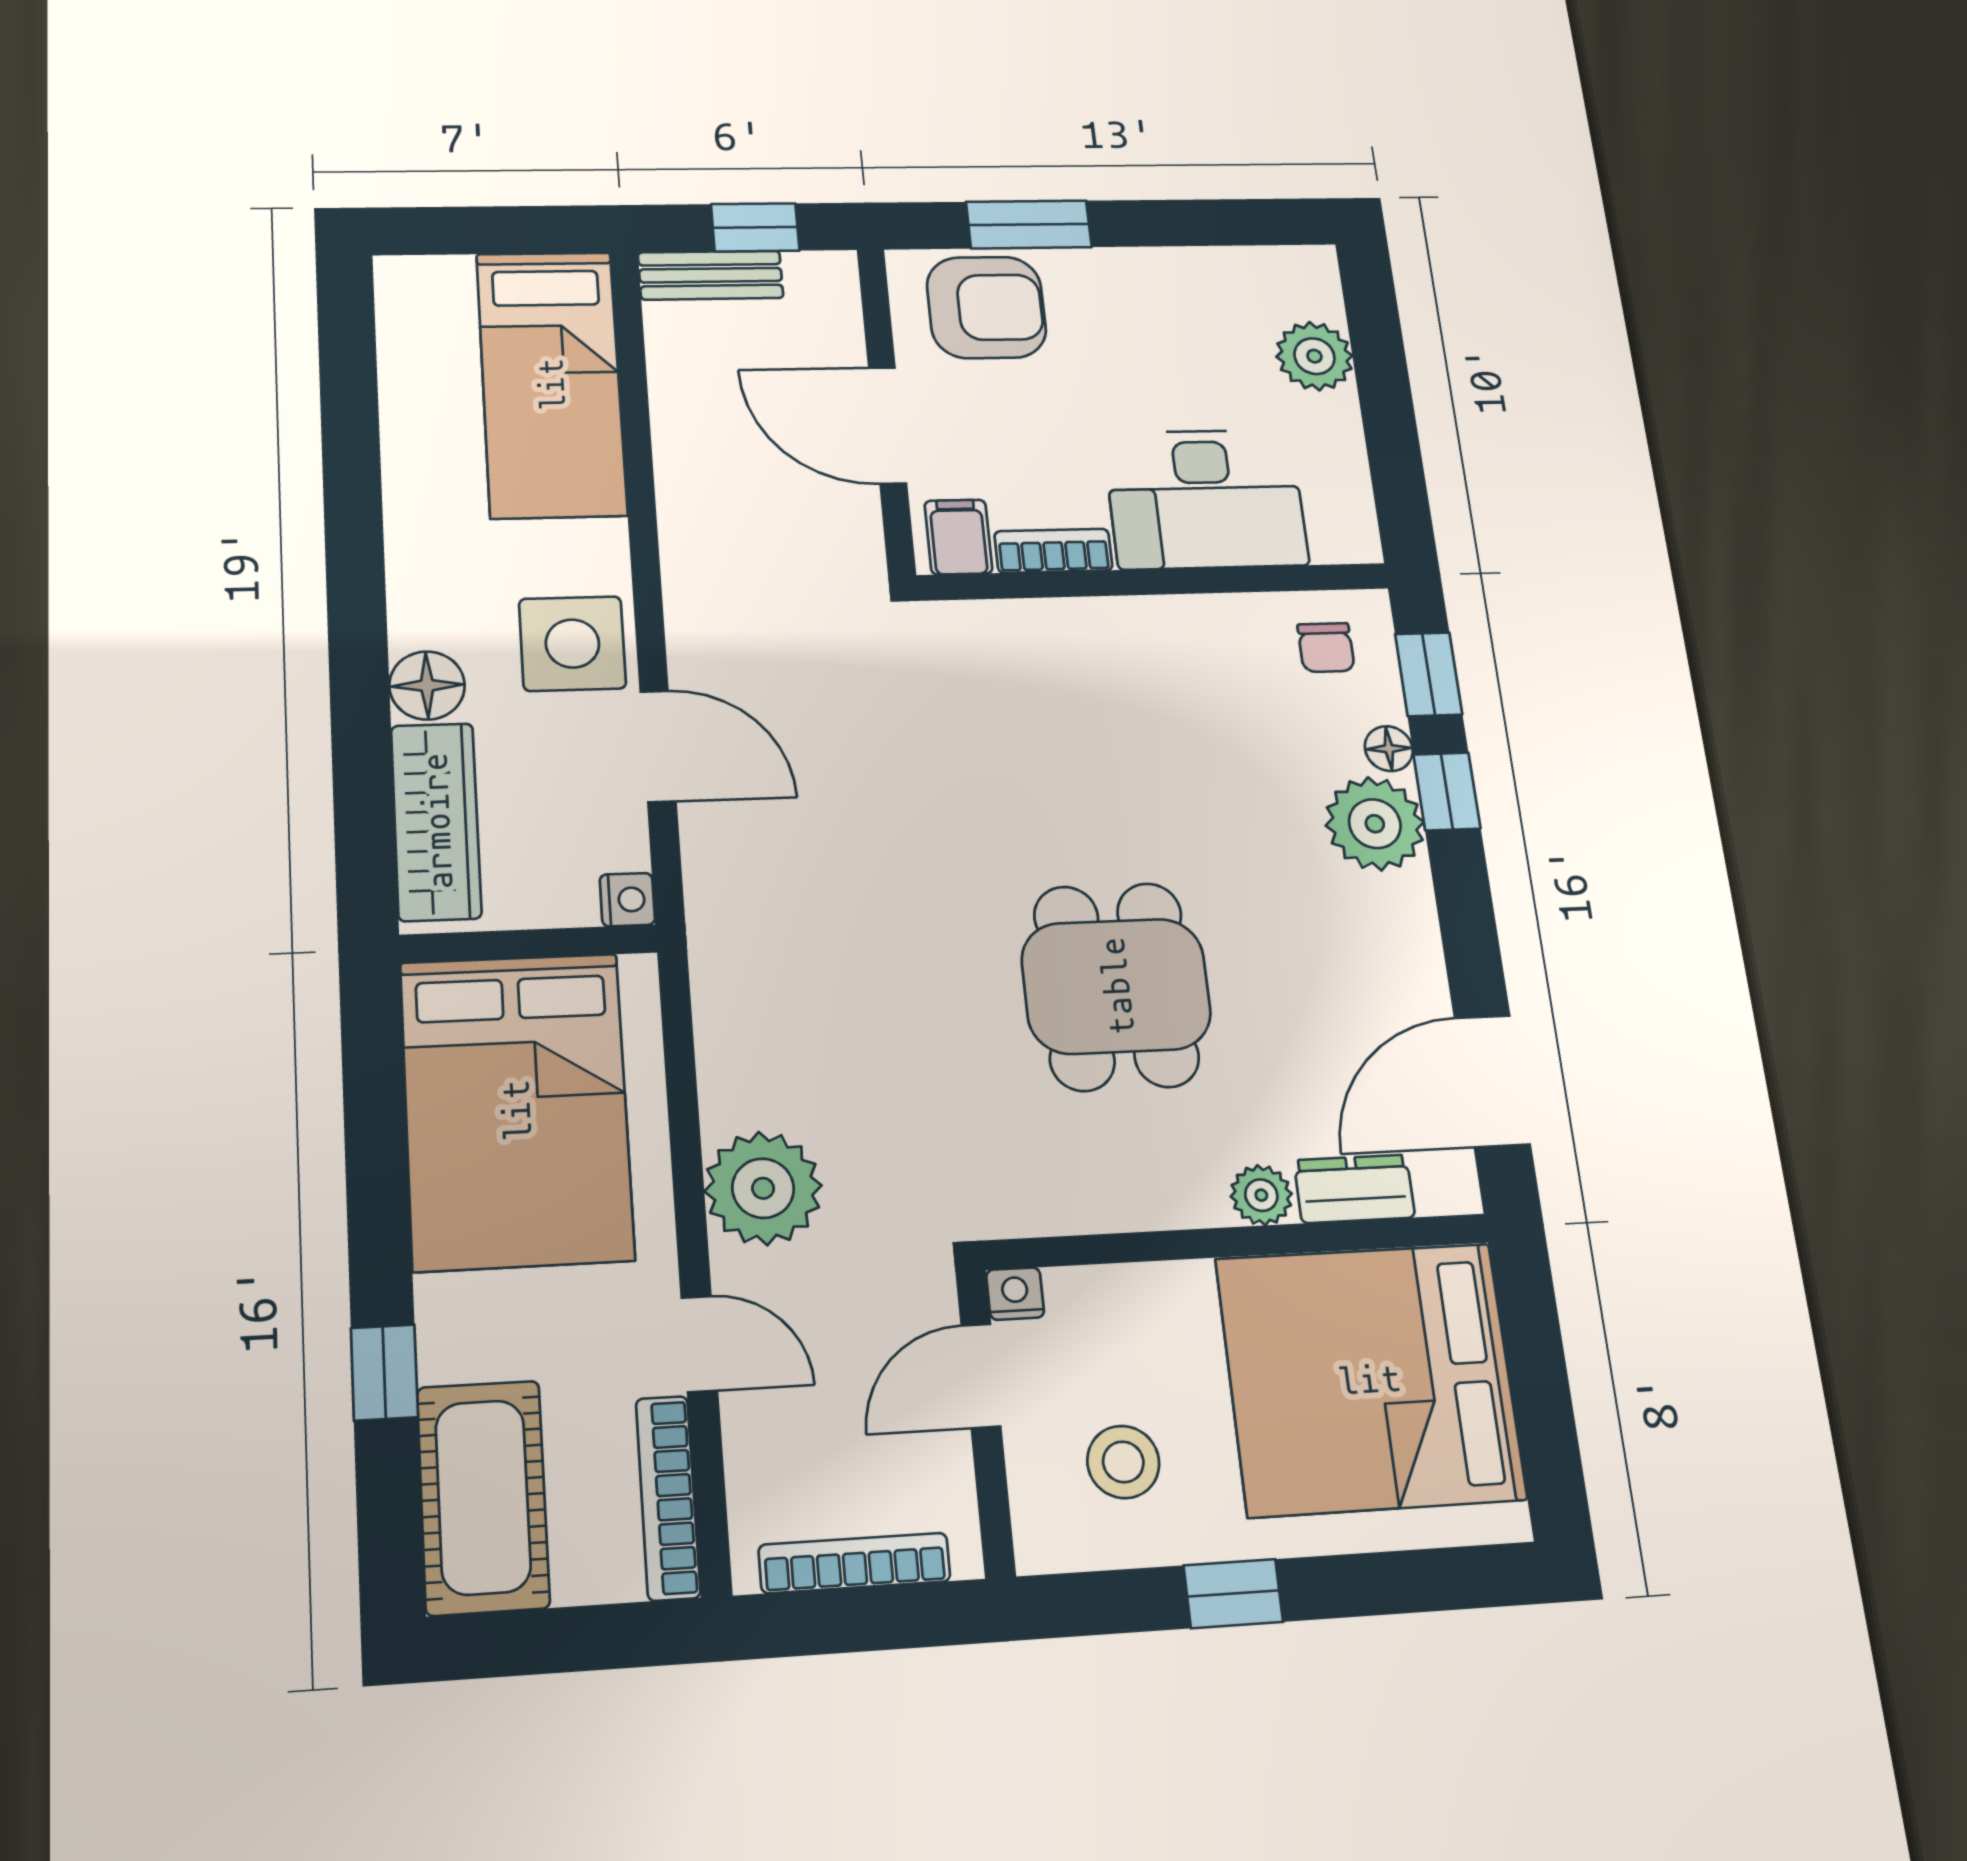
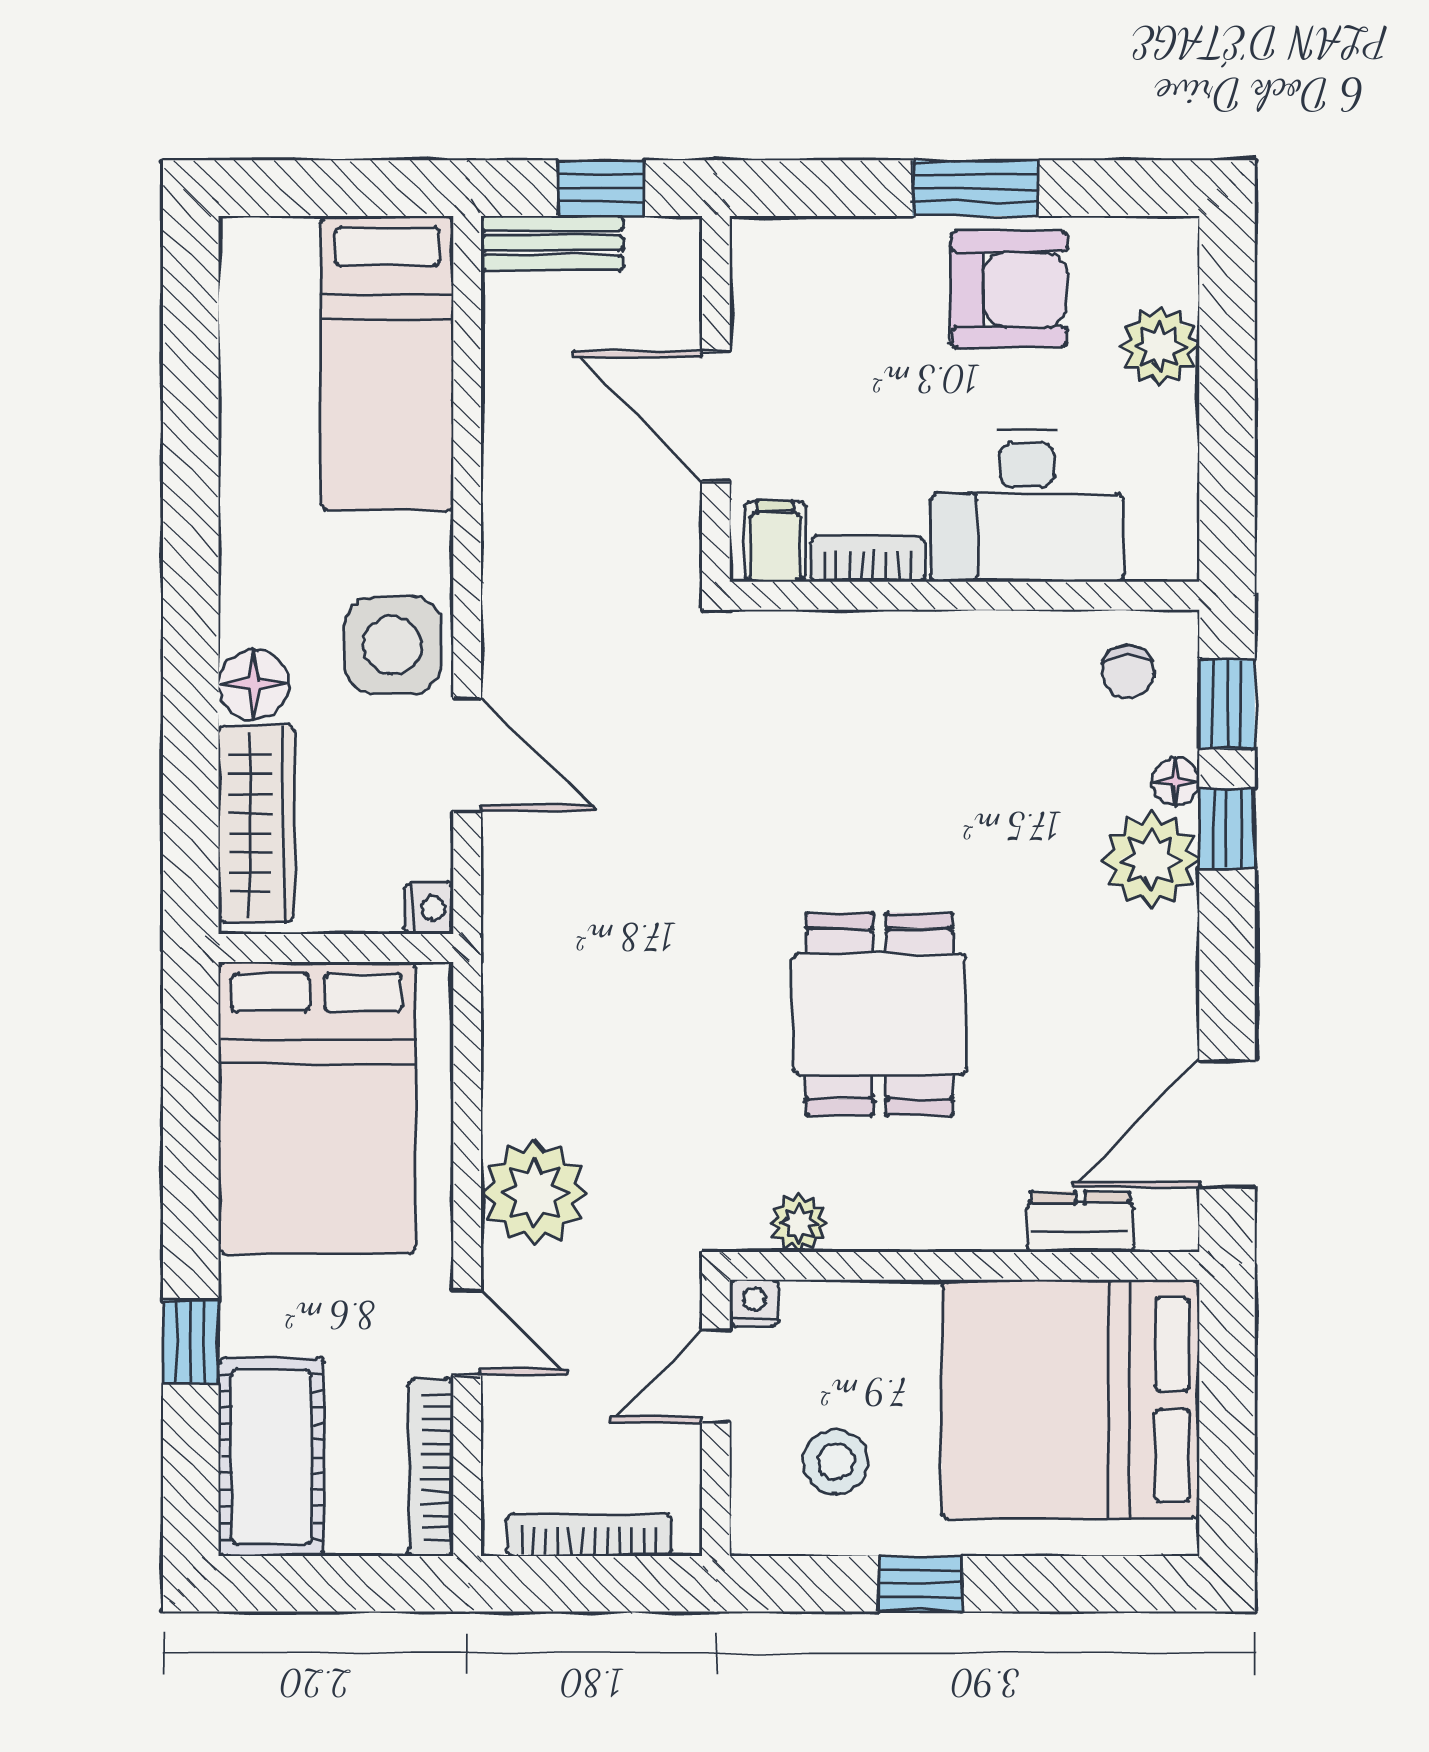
window: (1029, 224) -> (975, 188), moved
armchair: (986, 307) -> (1009, 290), moved
plant: (1261, 1195) -> (799, 1223), moved

